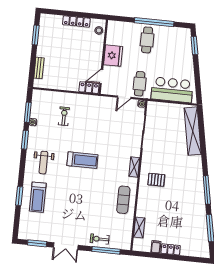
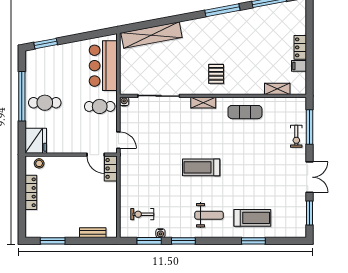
fridge: (113, 56) -> (36, 141), moved, turned 90
door: (124, 97) -> (118, 140), moved
exercise bike: (64, 116) -> (142, 214), moved
treadmill: (82, 160) -> (201, 167), turned -90

